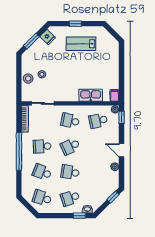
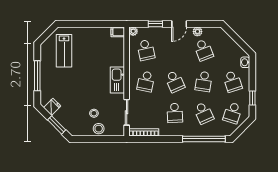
window: (75, 24) -> (37, 76), width x2.17
lab bench: (81, 44) -> (64, 51), moved
kitchen sink: (91, 95) -> (117, 80), moved
window: (121, 117) -> (155, 24), moved
window: (19, 151) -> (204, 139), moved
school desk: (42, 172) -> (204, 113), turned -45
school desk: (98, 172) -> (204, 50), added
window: (113, 197) -> (232, 34), removed
window: (79, 216) -> (252, 98), moved

